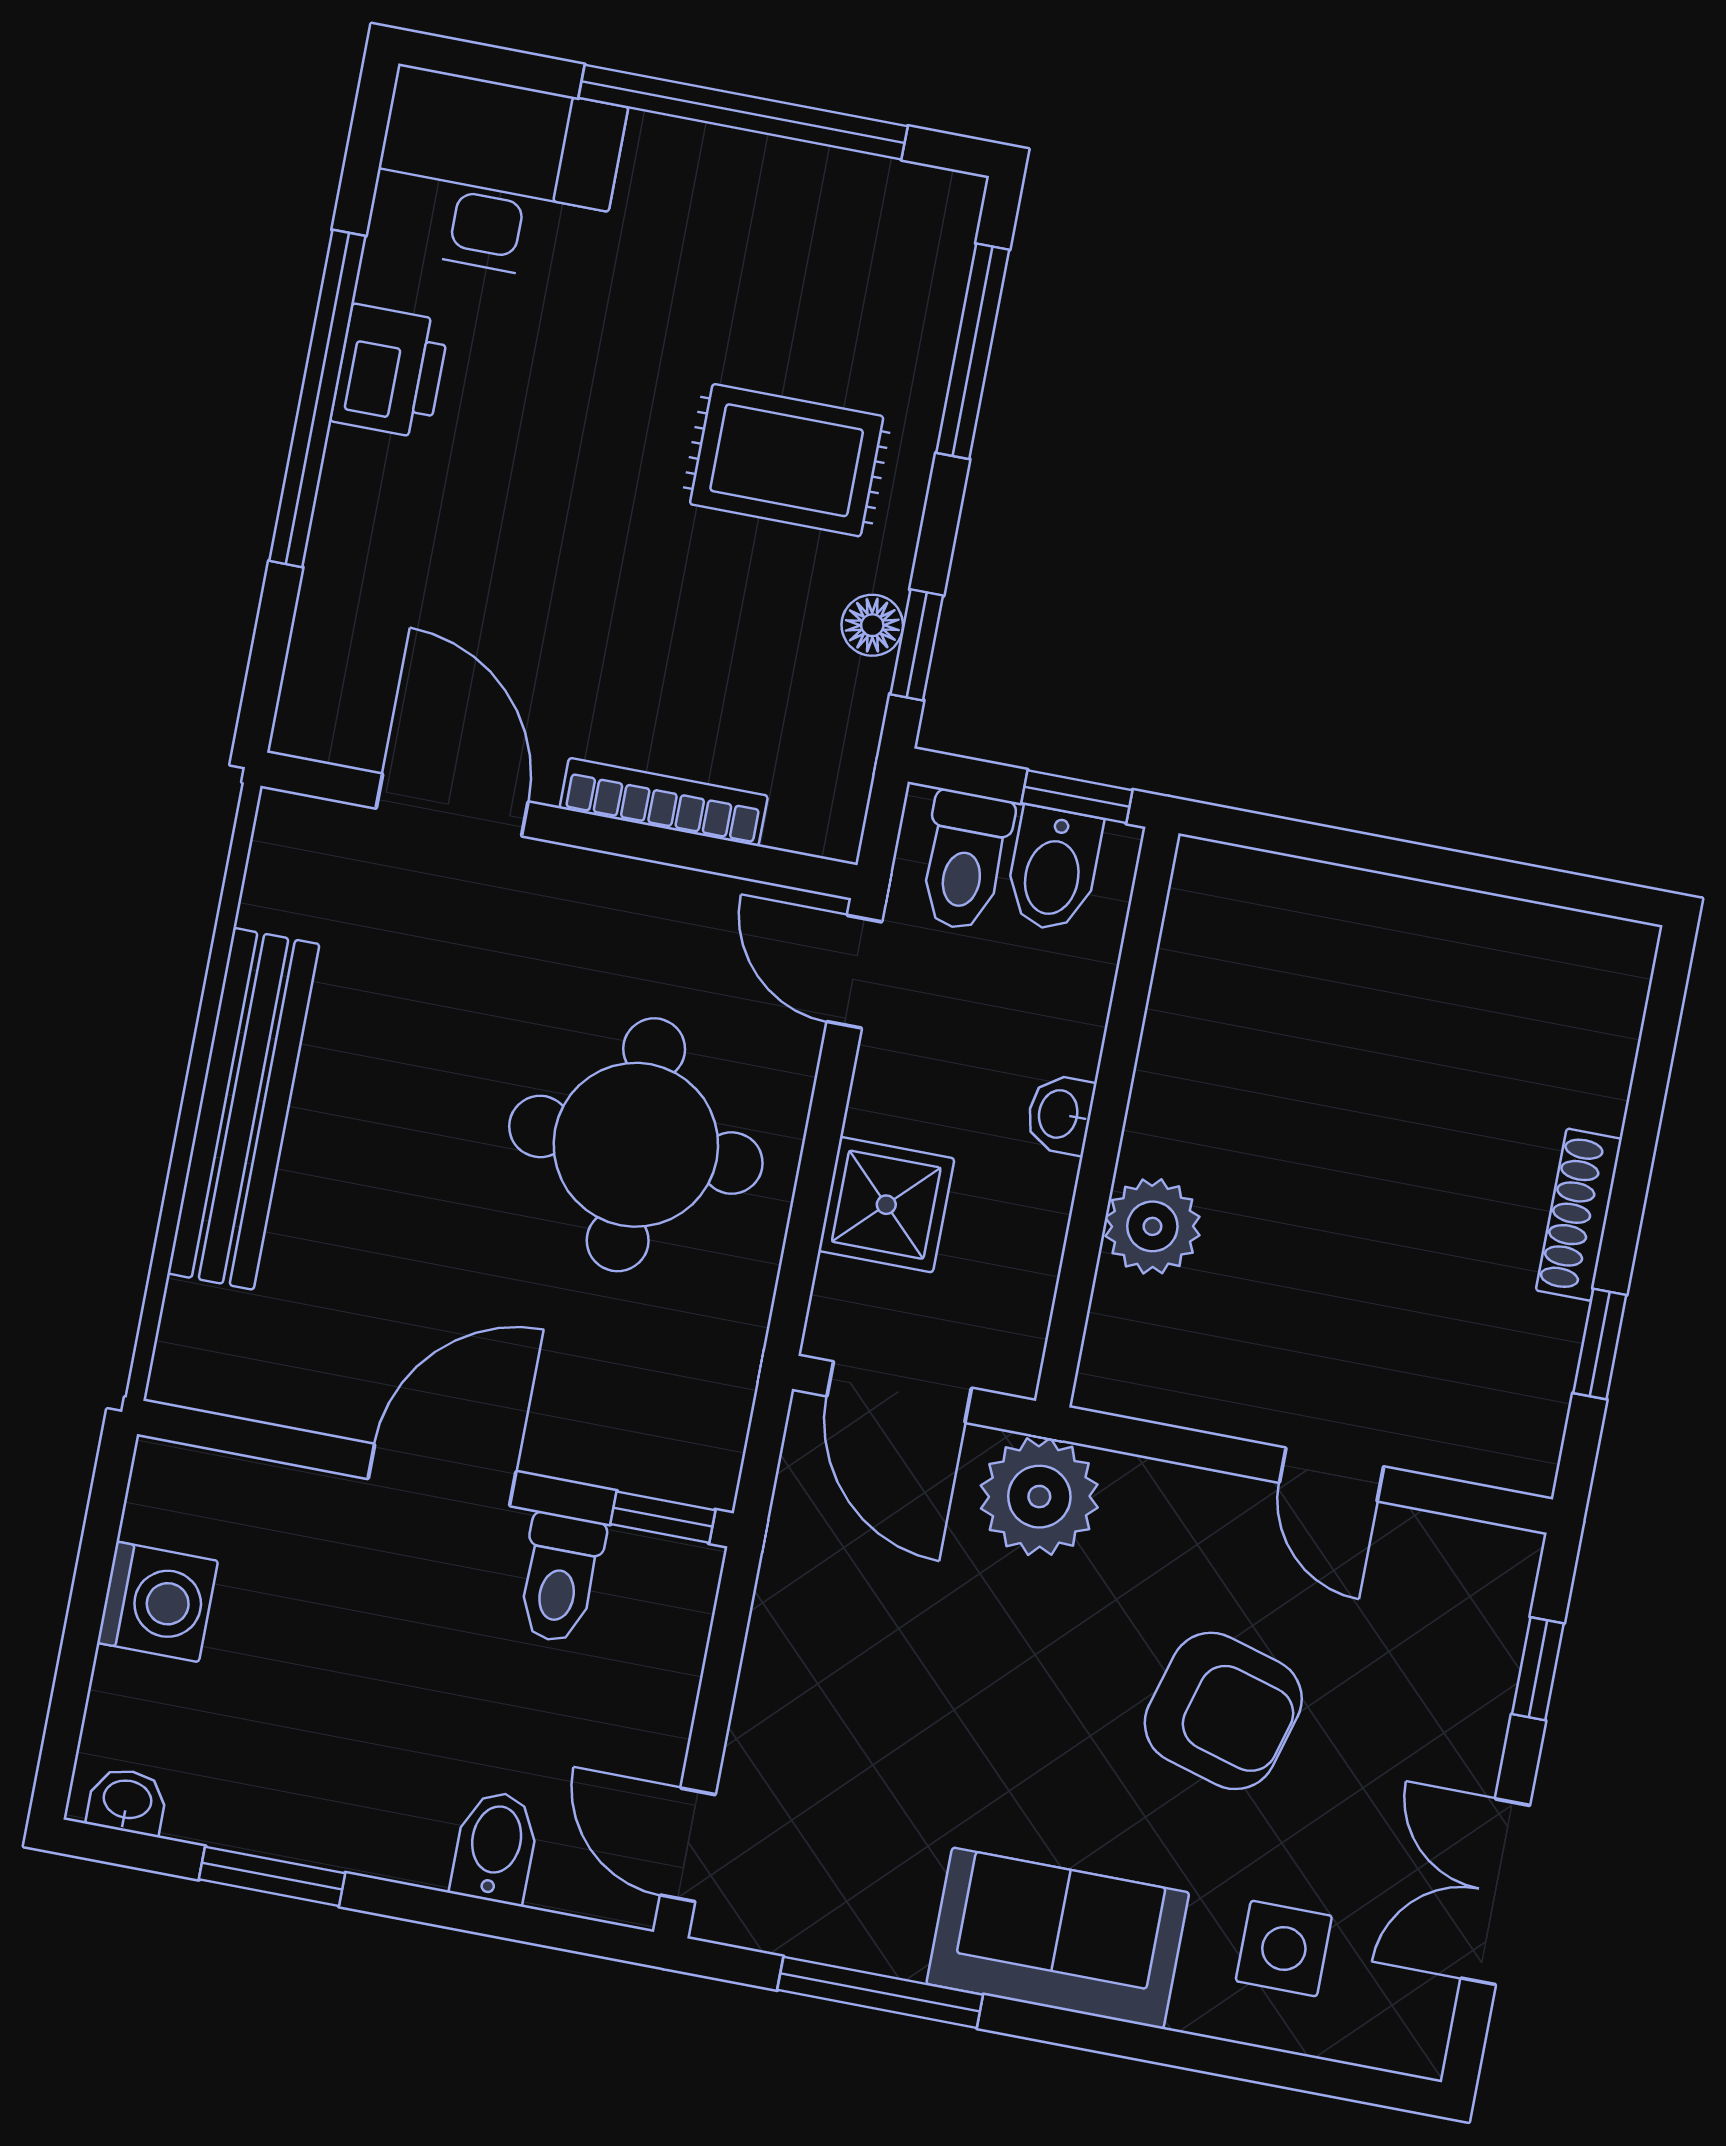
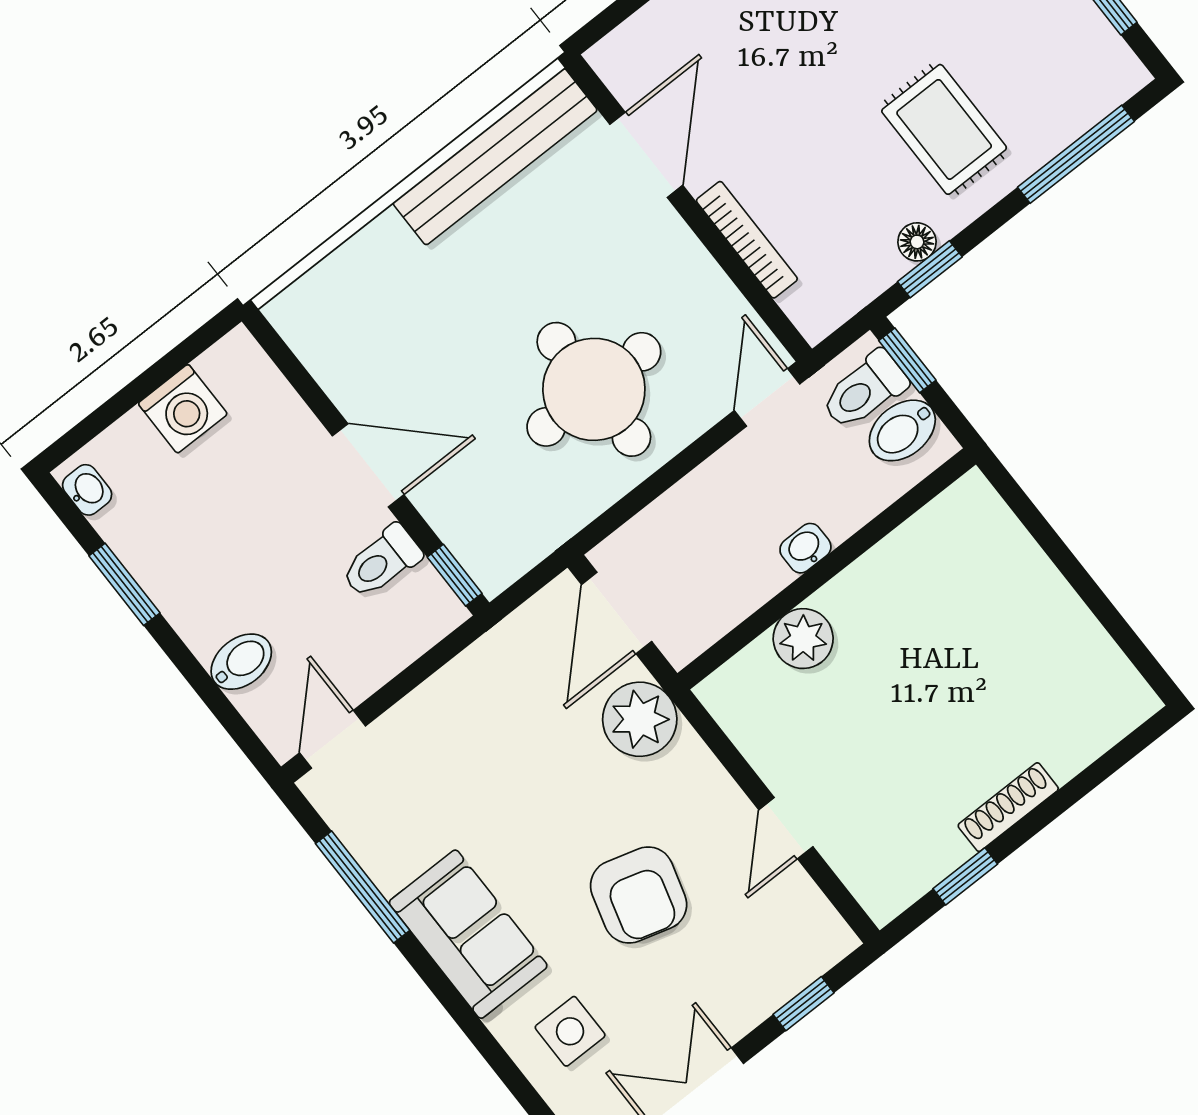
window: (1077, 797) -> (907, 360), moved
bench: (243, 1109) -> (495, 157), moved
shower: (886, 1205) -> (687, 520), removed

